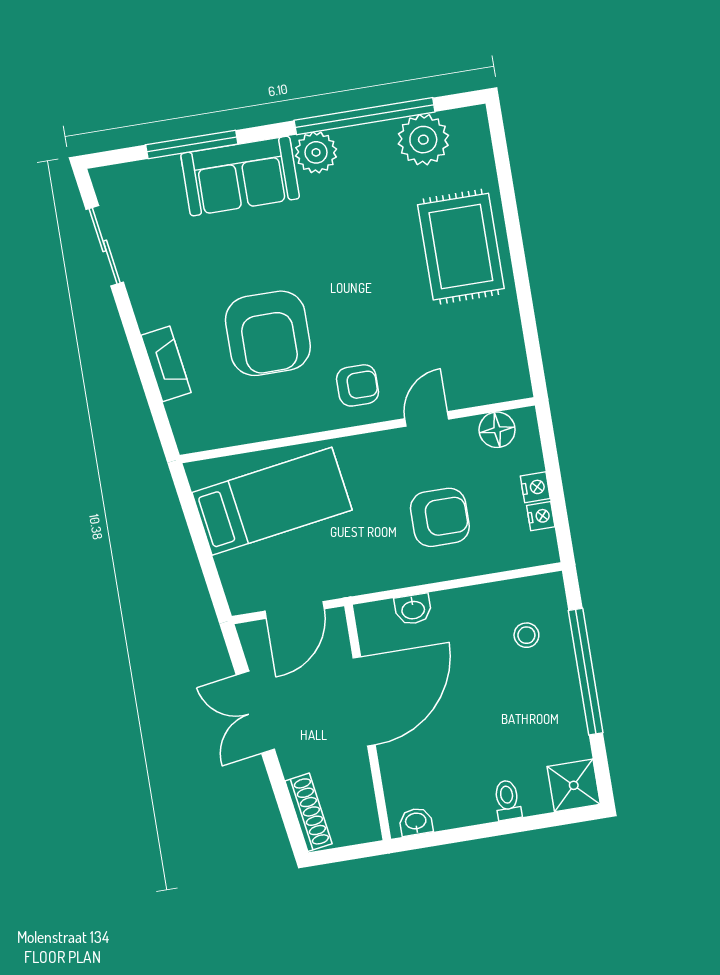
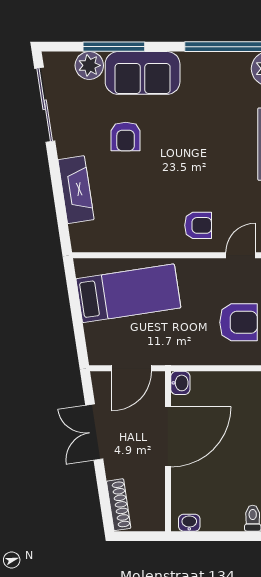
plant: (316, 152) -> (89, 65), moved
sliding door: (105, 246) -> (45, 105), width x1.37
armchair: (268, 333) -> (126, 136), moved, width x0.53, depth x0.53
fireplace: (166, 364) -> (76, 190), width x1.37, depth x1.32
washbasin: (413, 609) -> (180, 383), moved, turned -90

